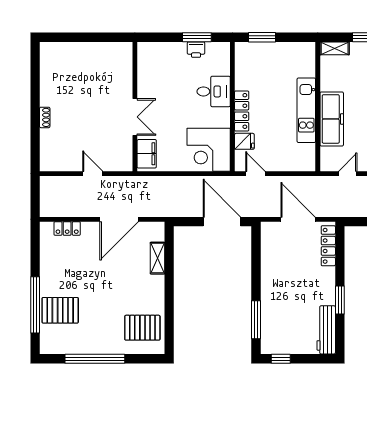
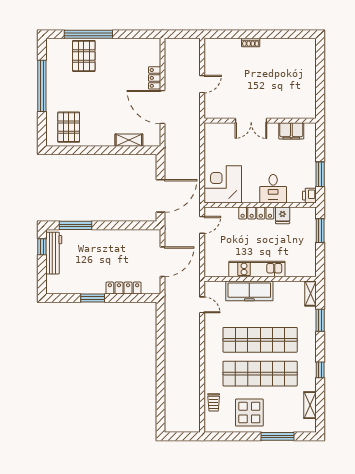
printer: (196, 50) -> (309, 196), moved
fridge: (244, 141) -> (283, 215), moved
filing cabinet: (147, 154) -> (291, 131), moved
locker: (67, 229) -> (155, 78), moved
locker: (328, 246) -> (124, 288), moved
workbench: (326, 330) -> (54, 253), moved, turned 90

